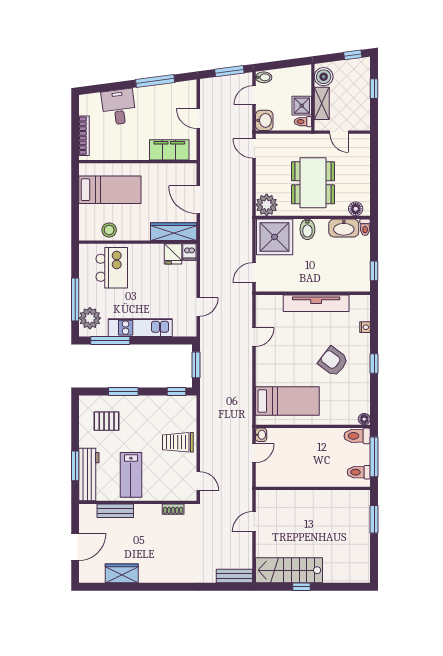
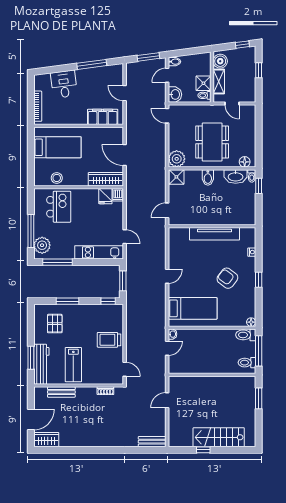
shower: (275, 237) -> (176, 177), width x0.54, depth x0.54
window: (374, 271) -> (259, 186), moved
door: (198, 307) -> (125, 237), hinge flipped
kitchen unit: (140, 328) -> (99, 252), moved
door: (254, 337) -> (167, 276), moved
pallet: (107, 421) -> (55, 324), turned 90
stairs: (289, 570) -> (219, 437), moved
wardrobe: (122, 573) -> (46, 440), moved

